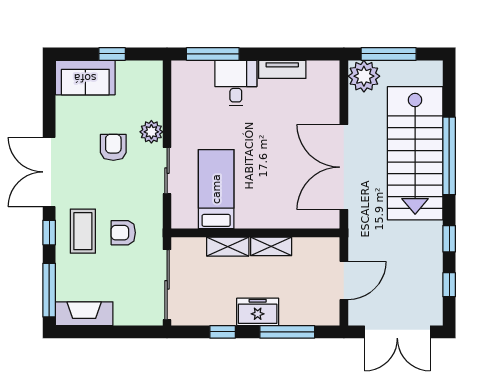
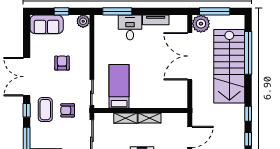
plant: (151, 132) -> (83, 21), moved
window: (449, 156) -> (248, 53), moved
double door: (344, 167) -> (190, 56), moved
sliding door: (167, 171) -> (92, 92), moved

